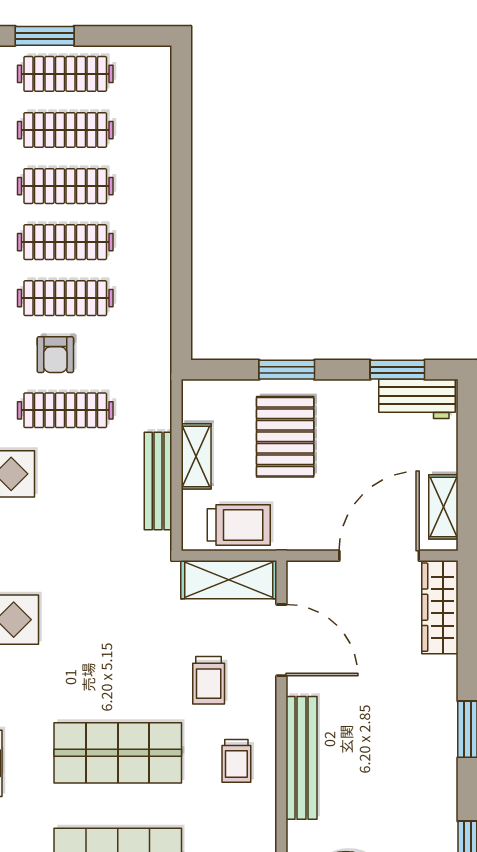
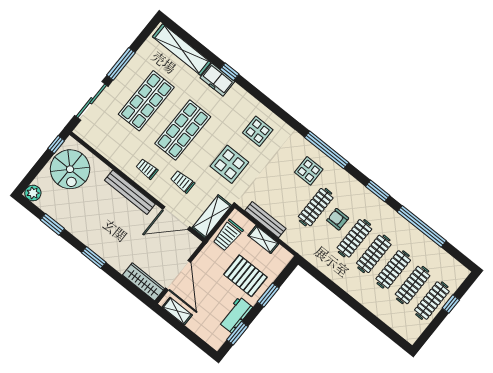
window: (45, 36) -> (451, 304), width x0.67
workbench: (417, 399) -> (236, 315), moved
display table: (112, 622) -> (229, 164), added

